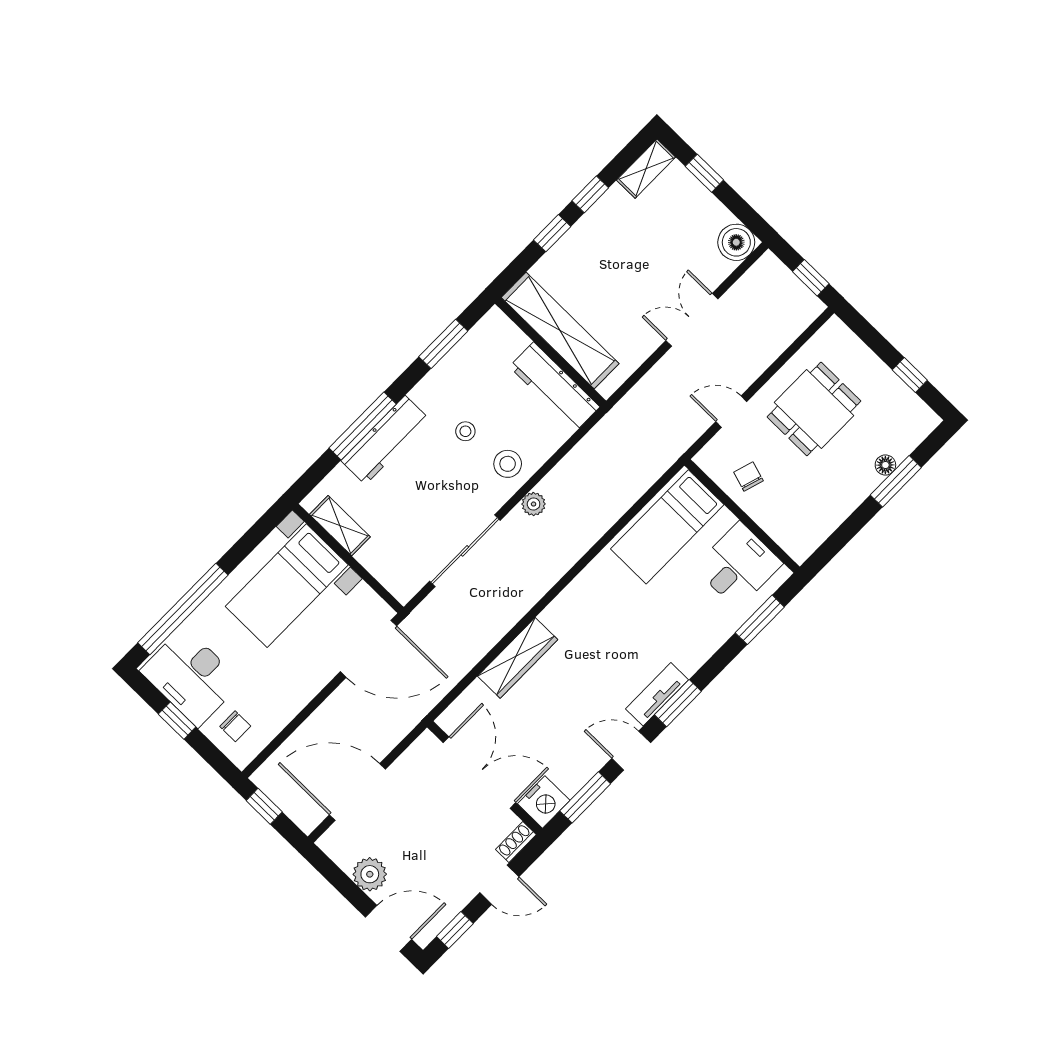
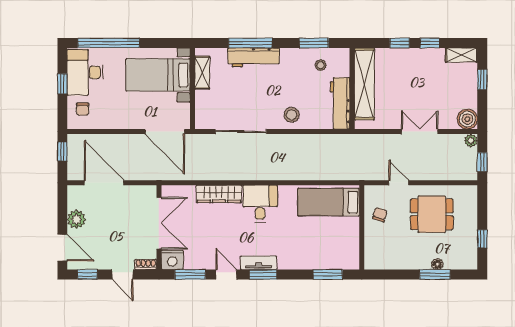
stool: (465, 431) -> (321, 65), moved
plant: (534, 504) -> (471, 141), moved
desk: (738, 565) -> (260, 204), moved, turned -90

